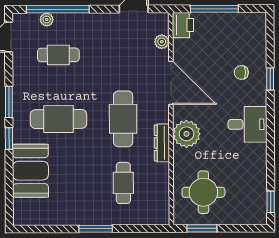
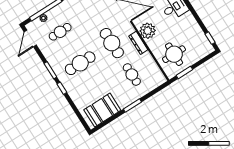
booth: (30, 171) -> (102, 110), moved, turned 90

